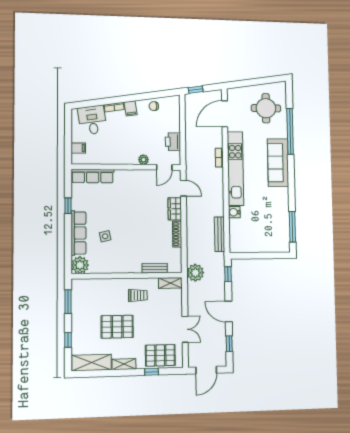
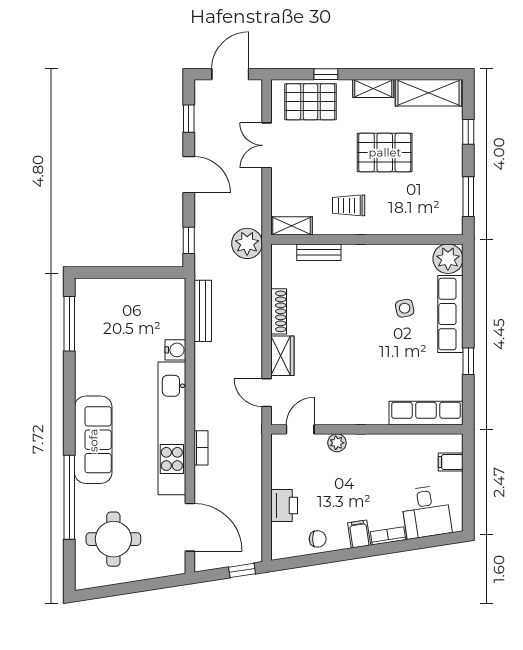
door: (225, 114) -> (190, 527), hinge flipped
printer: (173, 142) -> (284, 505), moved

